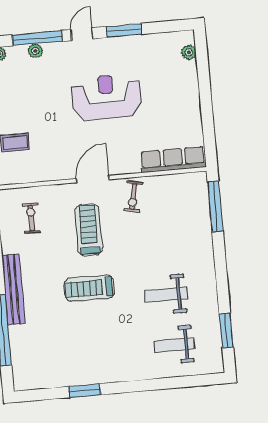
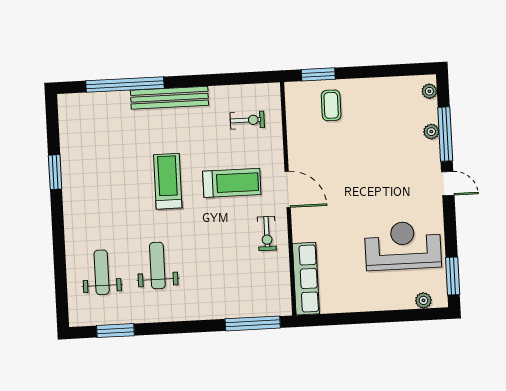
window: (124, 30) -> (453, 276), moved
reception desk: (106, 97) -> (403, 246), moved, turned -90
exercise bike: (133, 197) -> (267, 233), turned -102

